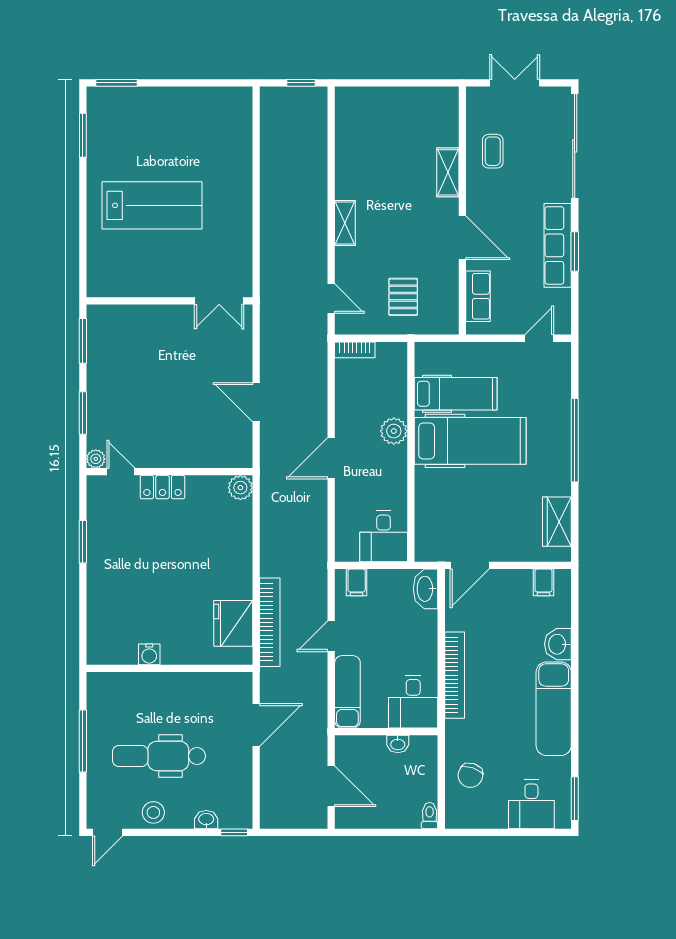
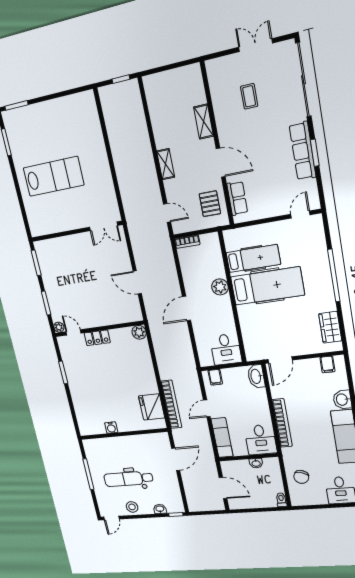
shelving: (448, 172) -> (204, 122), moved
wall: (462, 211) -> (217, 145), moved
door: (462, 238) -> (221, 163), moved
row of seats: (478, 296) -> (237, 198), moved

